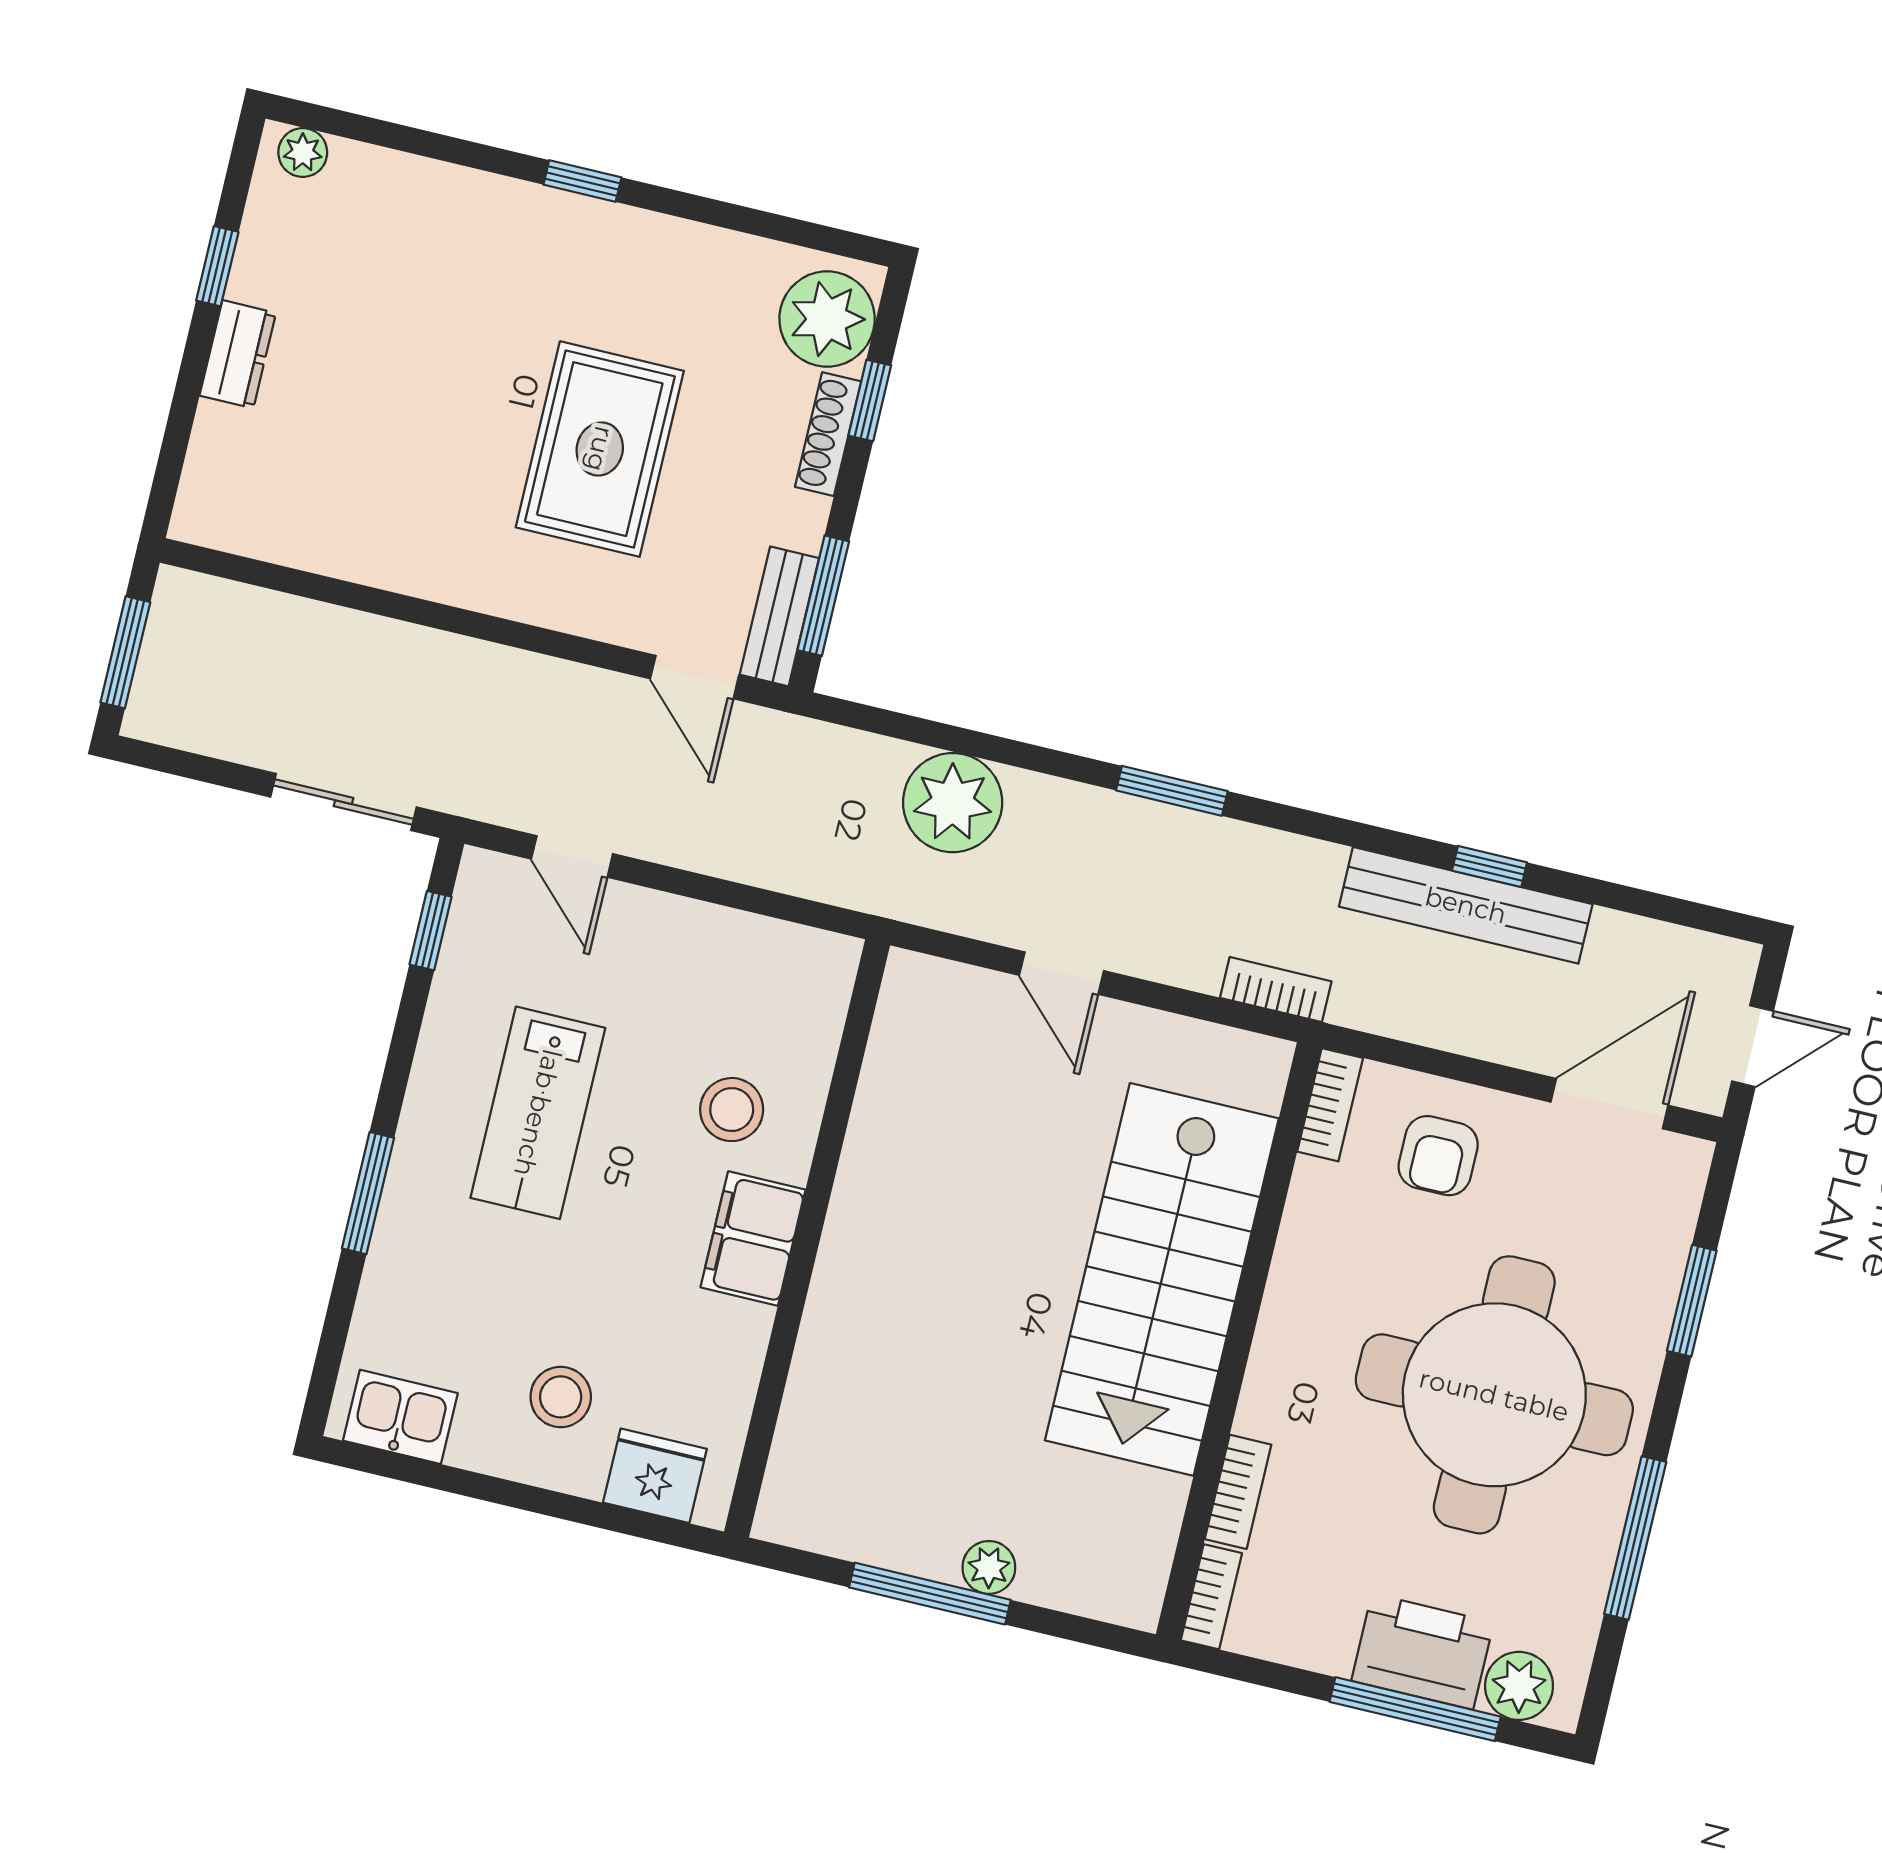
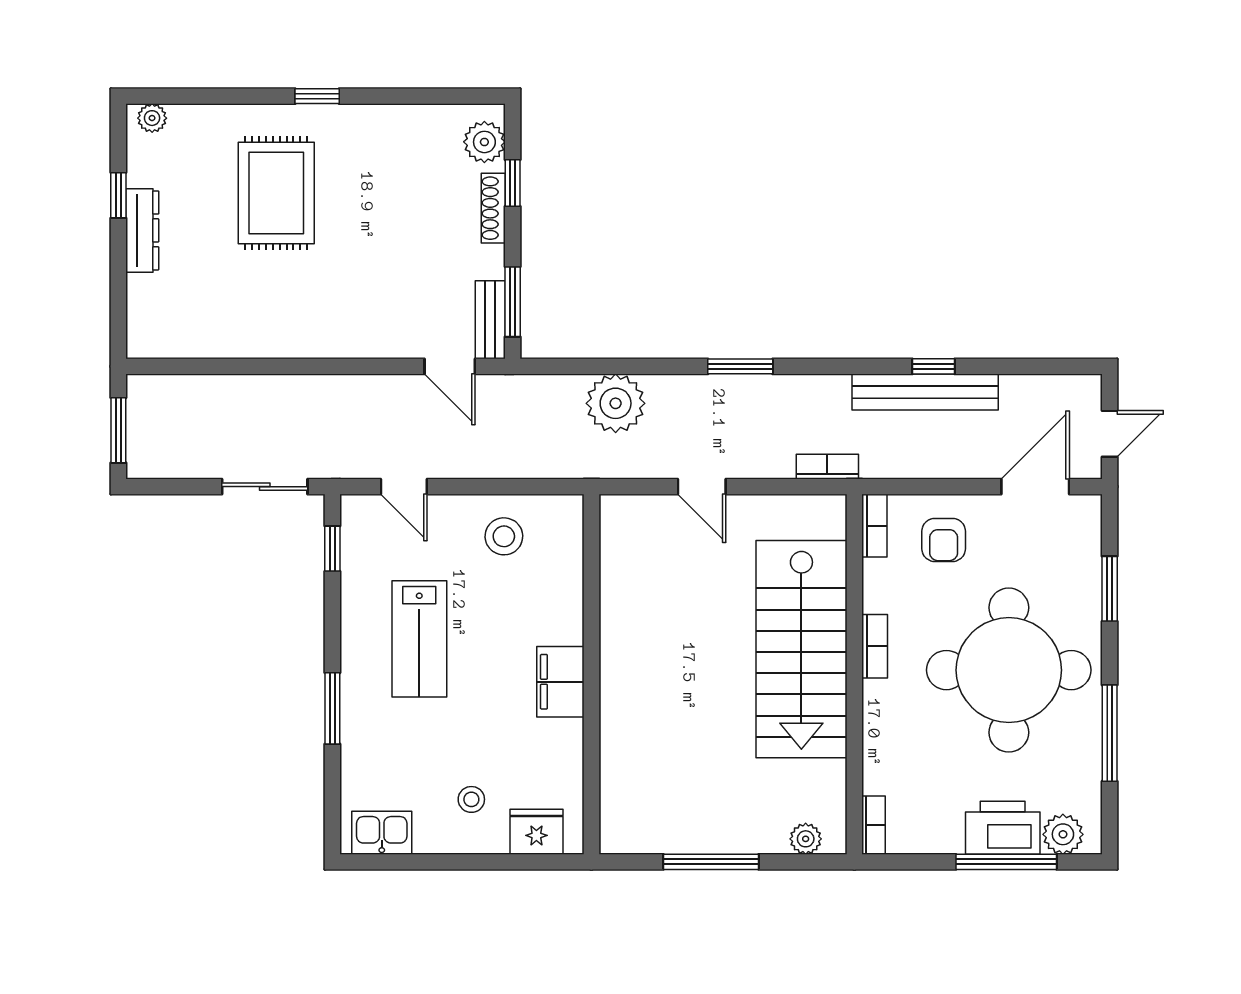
plant: (827, 319) -> (484, 142), width x0.73, depth x0.73
dresser: (238, 354) -> (142, 230), width x1.44
rug: (600, 449) -> (276, 193), moved
stool: (732, 1110) -> (504, 536), moved
stool: (561, 1397) -> (471, 799), width x0.73, depth x0.73
bookcase: (1238, 1492) -> (875, 646), moved
plant: (989, 1567) -> (806, 839), moved

